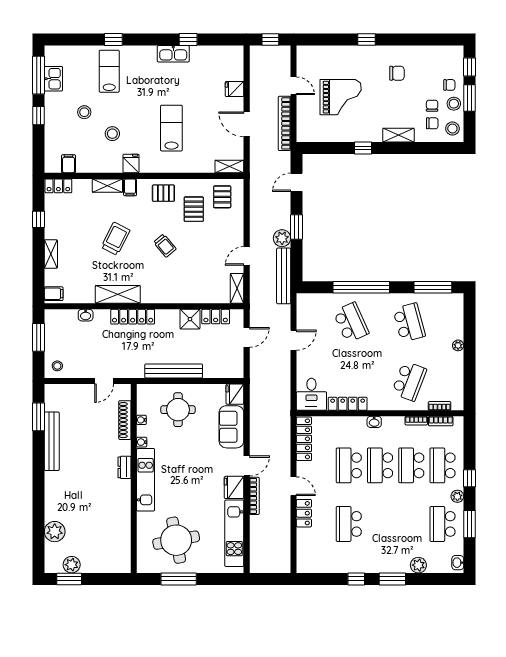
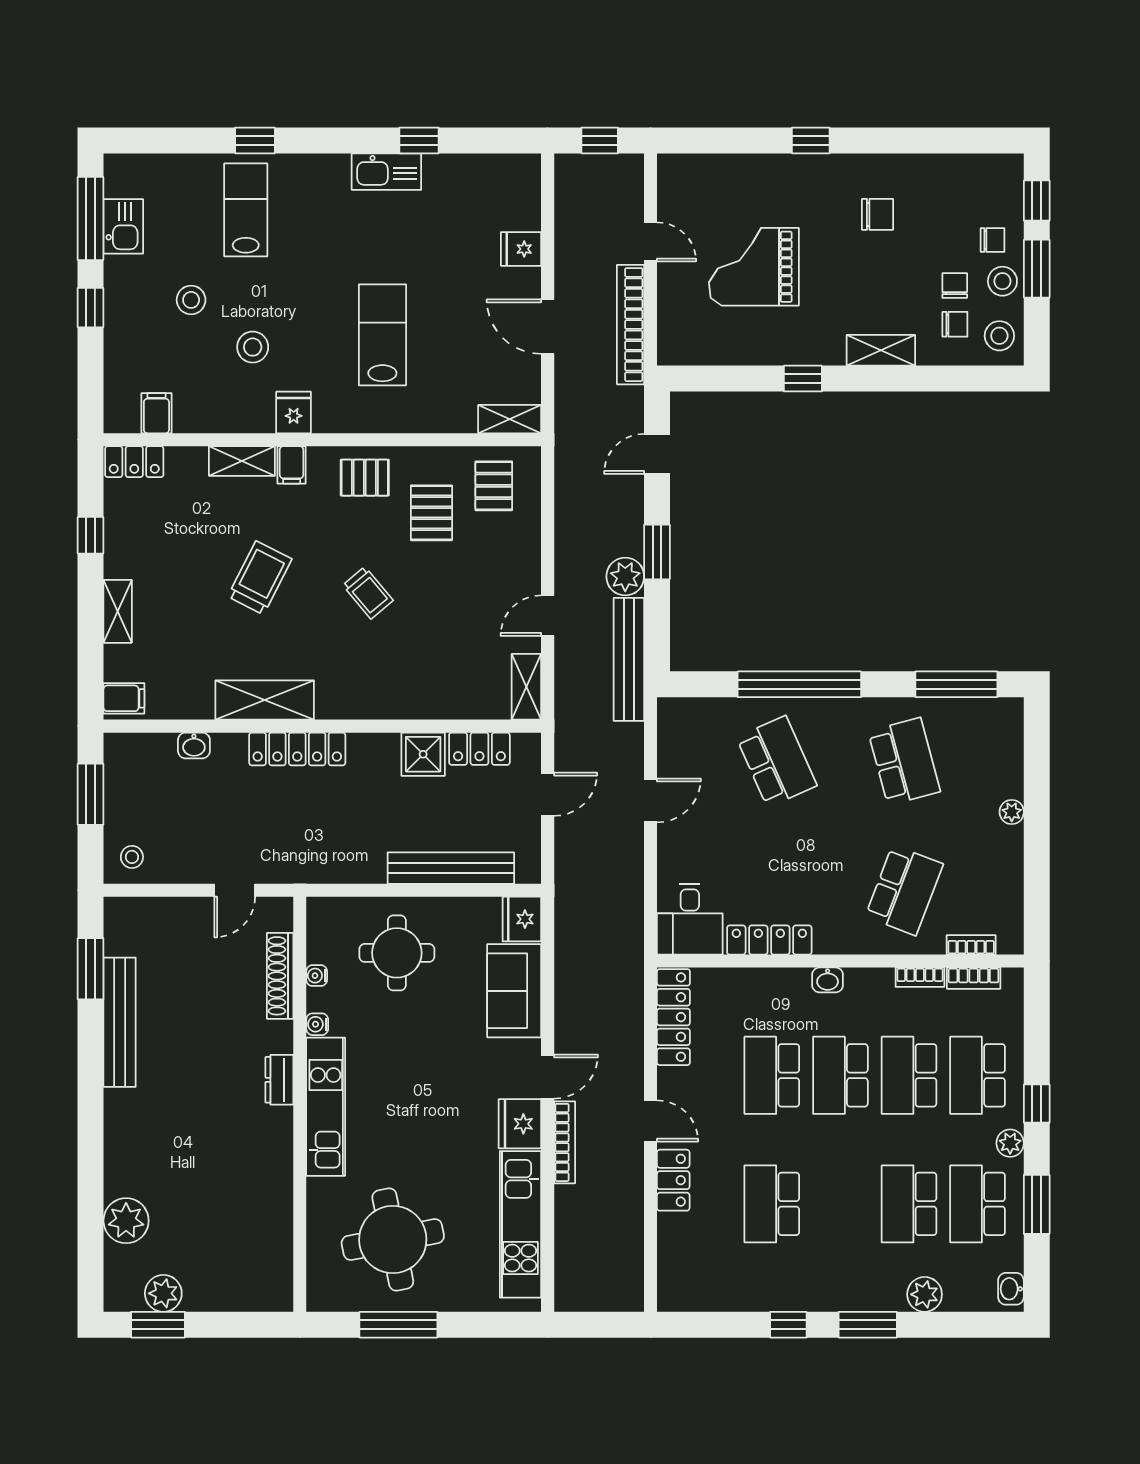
grand piano: (341, 97) -> (754, 267), turned 180
bench: (174, 371) -> (451, 868), moved
school desk: (411, 524) -> (909, 1204), added

